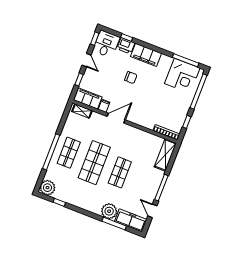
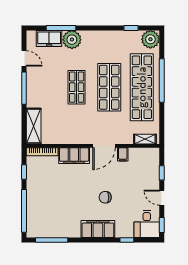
printer: (126, 46) -> (124, 230), removed
corner desk: (182, 76) -> (49, 221), removed
filing cabinet: (88, 98) -> (74, 156), moved
shop shelf: (69, 153) -> (142, 87), width x2.00, depth x1.36
freezer: (131, 220) -> (49, 38), width x0.71

